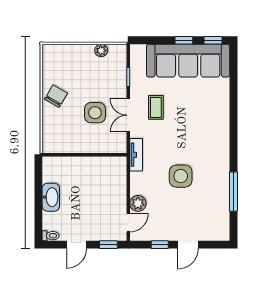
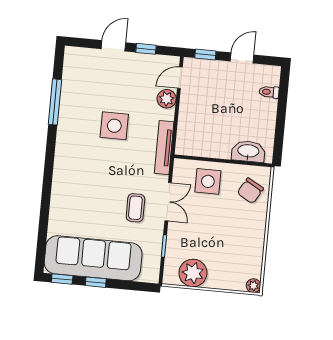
plant: (48, 50) -> (253, 286), added
plant: (101, 51) -> (193, 273), width x1.88, depth x1.88
chair: (56, 96) -> (250, 191), moved
side table: (95, 113) -> (208, 181), moved
tv unit: (136, 155) -> (164, 148), width x1.41
washbasin: (51, 197) -> (248, 151), moved, turned 90
toilet: (51, 236) -> (269, 92), moved

